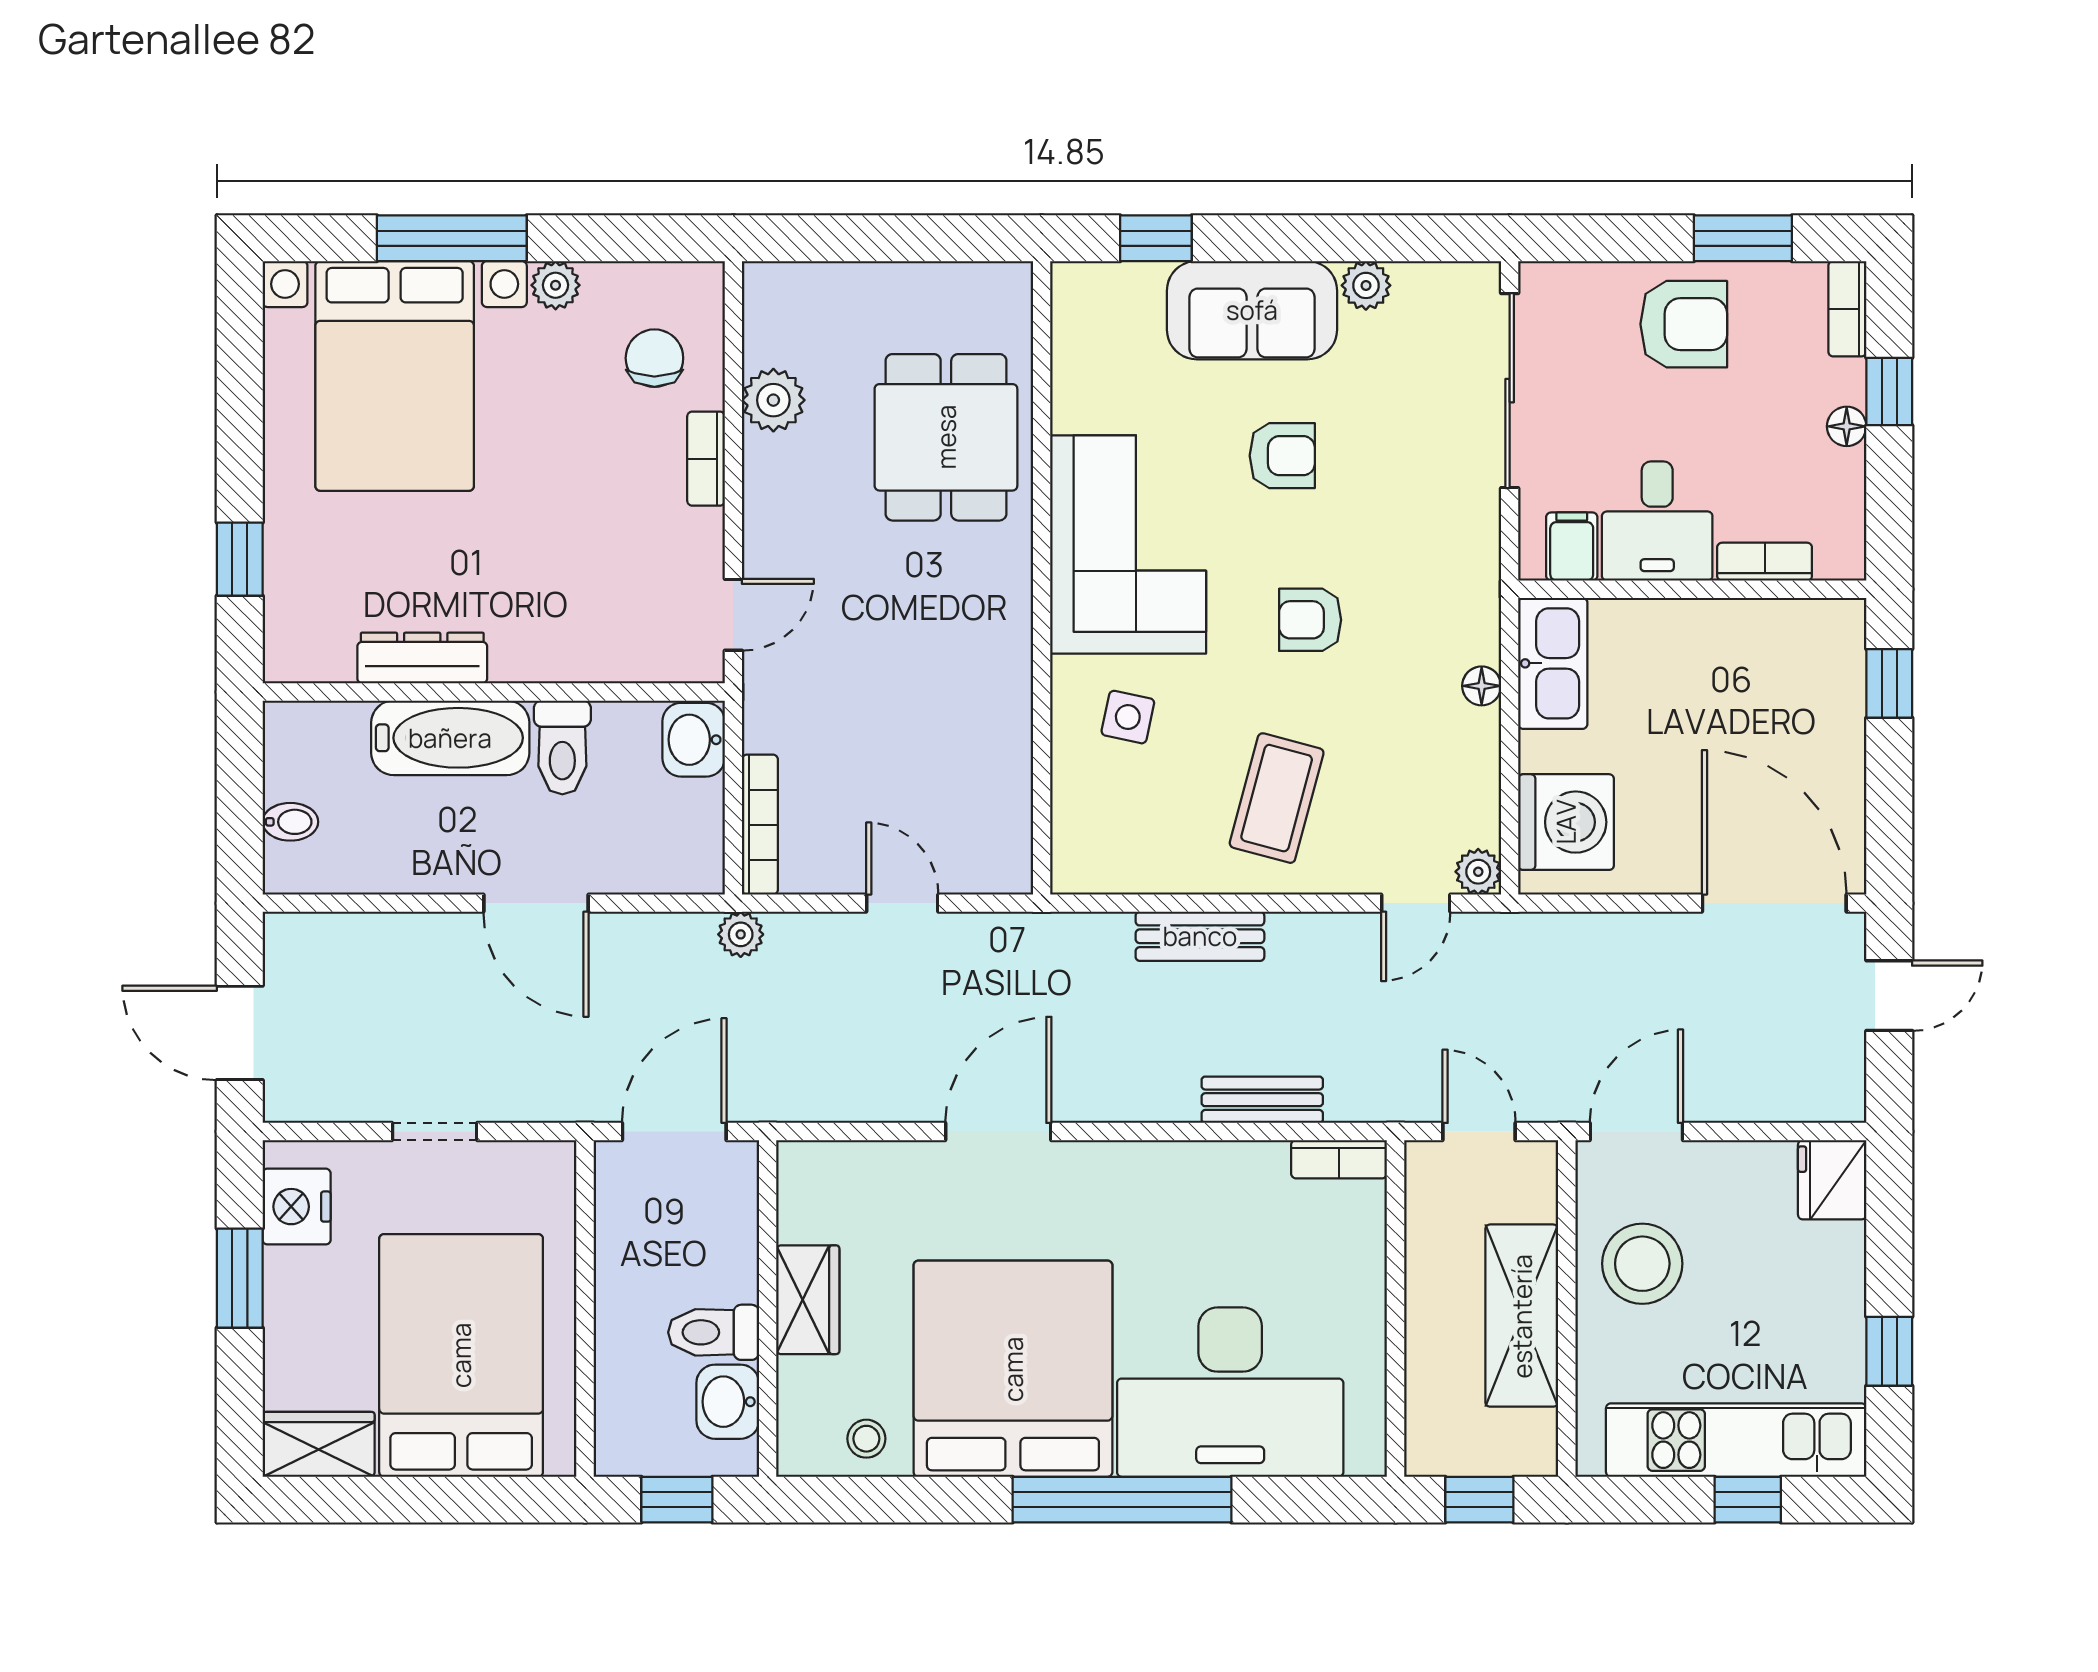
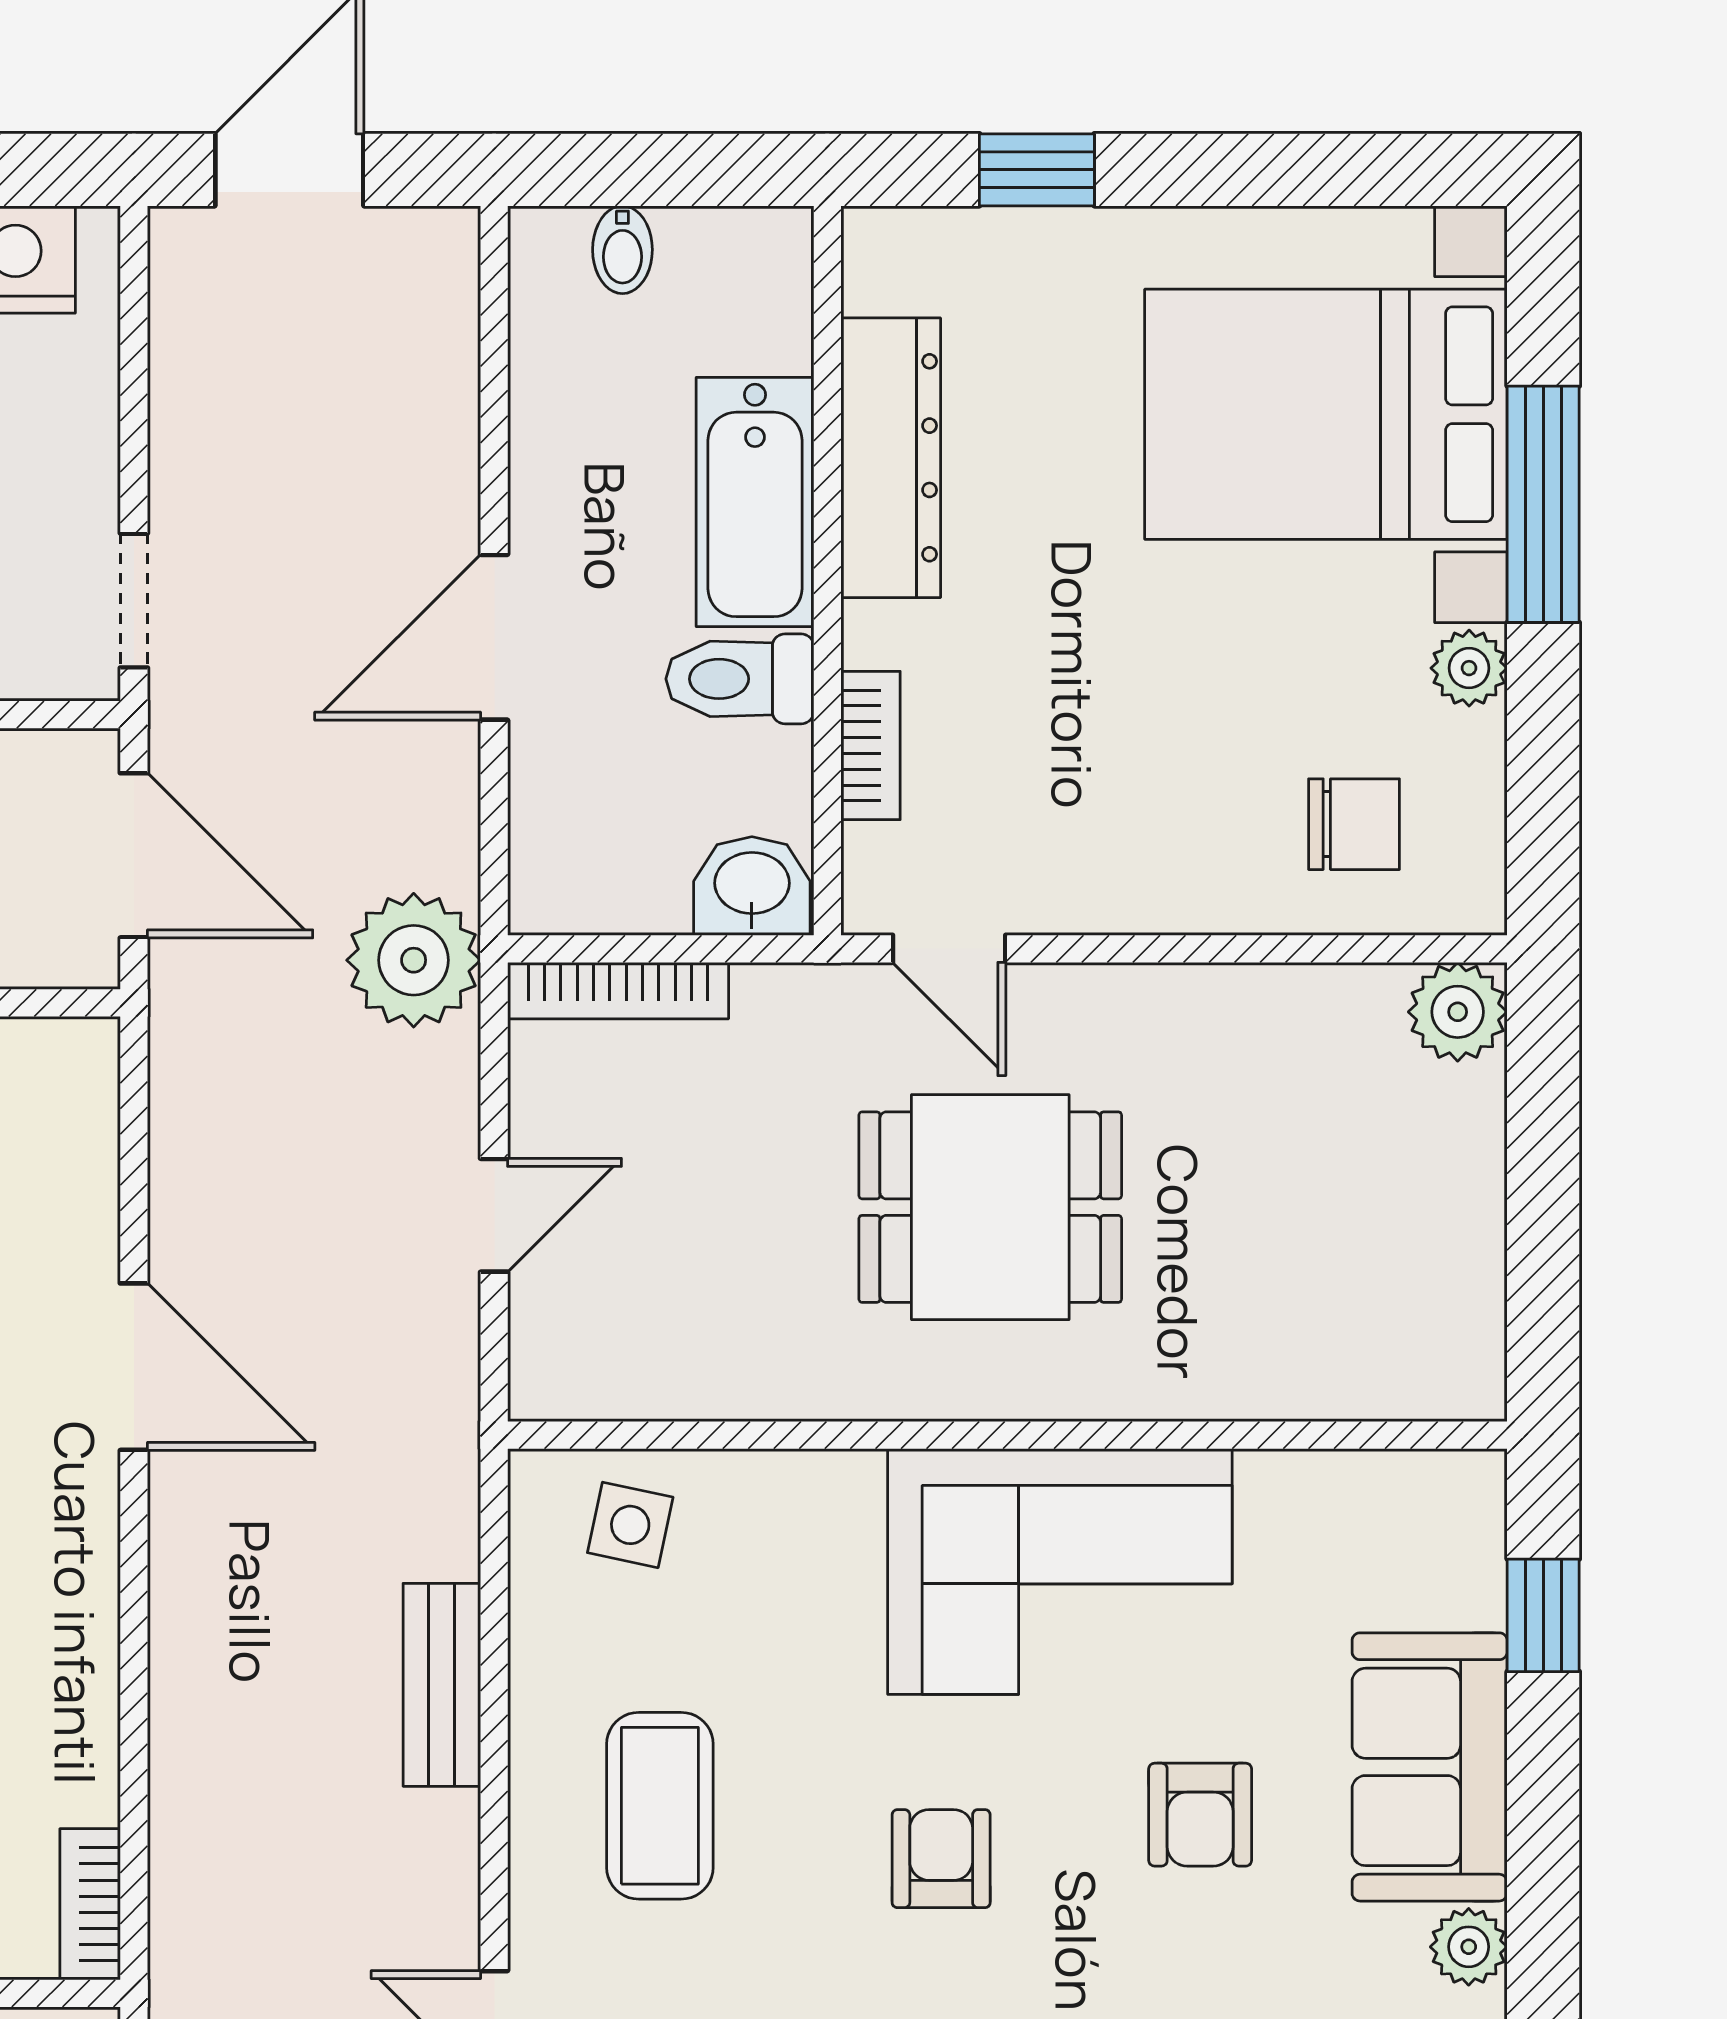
plant: (773, 400) -> (1458, 1012), moved
dining table: (946, 437) -> (990, 1207), moved
bookcase: (706, 459) -> (870, 746), moved, turned 90
dresser: (422, 658) -> (891, 458), width x1.37, depth x1.24
side table: (1128, 717) -> (630, 1525), moved
coffee table: (1277, 798) -> (660, 1806), turned 75
plant: (741, 934) -> (414, 960), width x1.87, depth x1.87
bench: (1262, 1100) -> (184, 1783), removed
doorway: (435, 1131) -> (134, 601), moved

